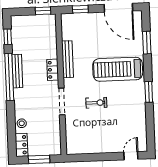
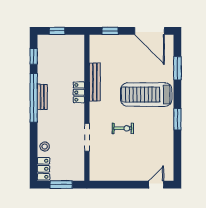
window: (43, 11) -> (57, 31), moved
bench: (17, 71) -> (42, 97), width x0.73
doorway: (62, 102) -> (87, 137), moved

